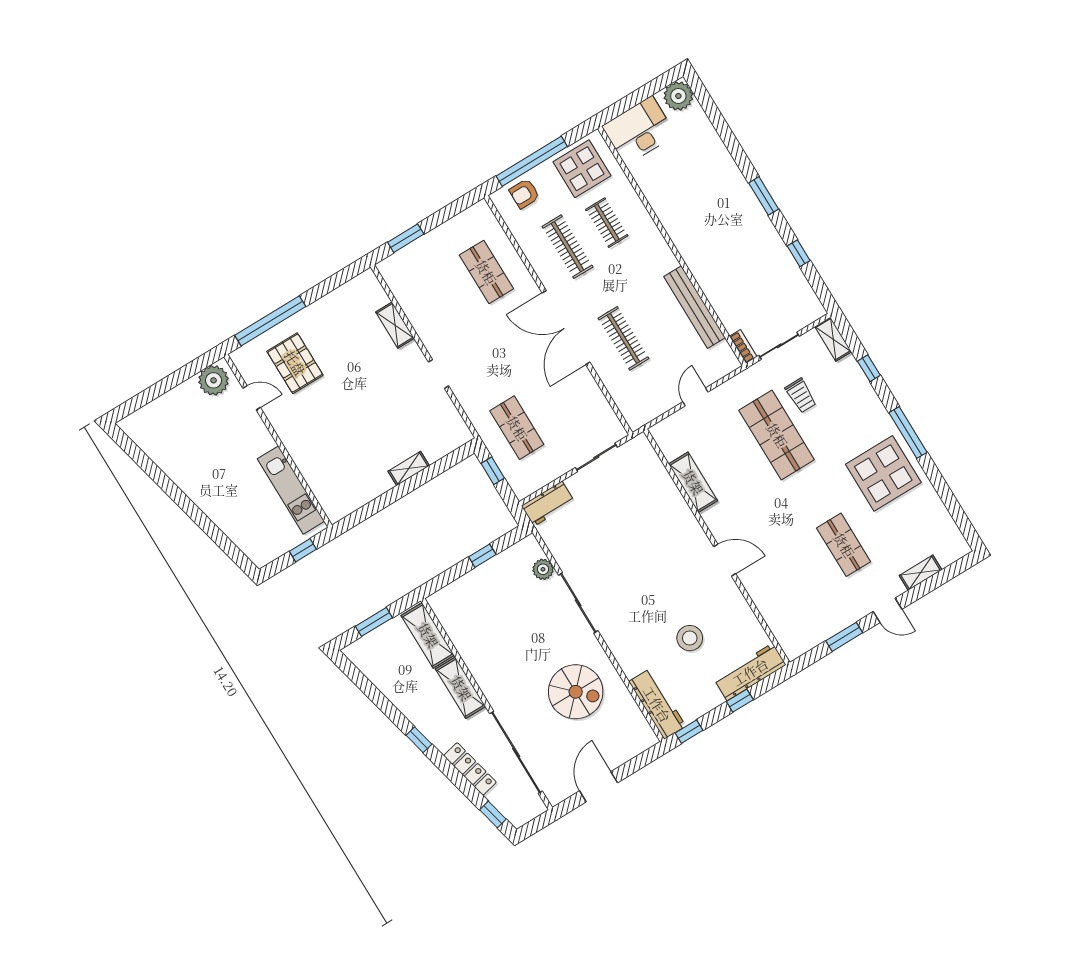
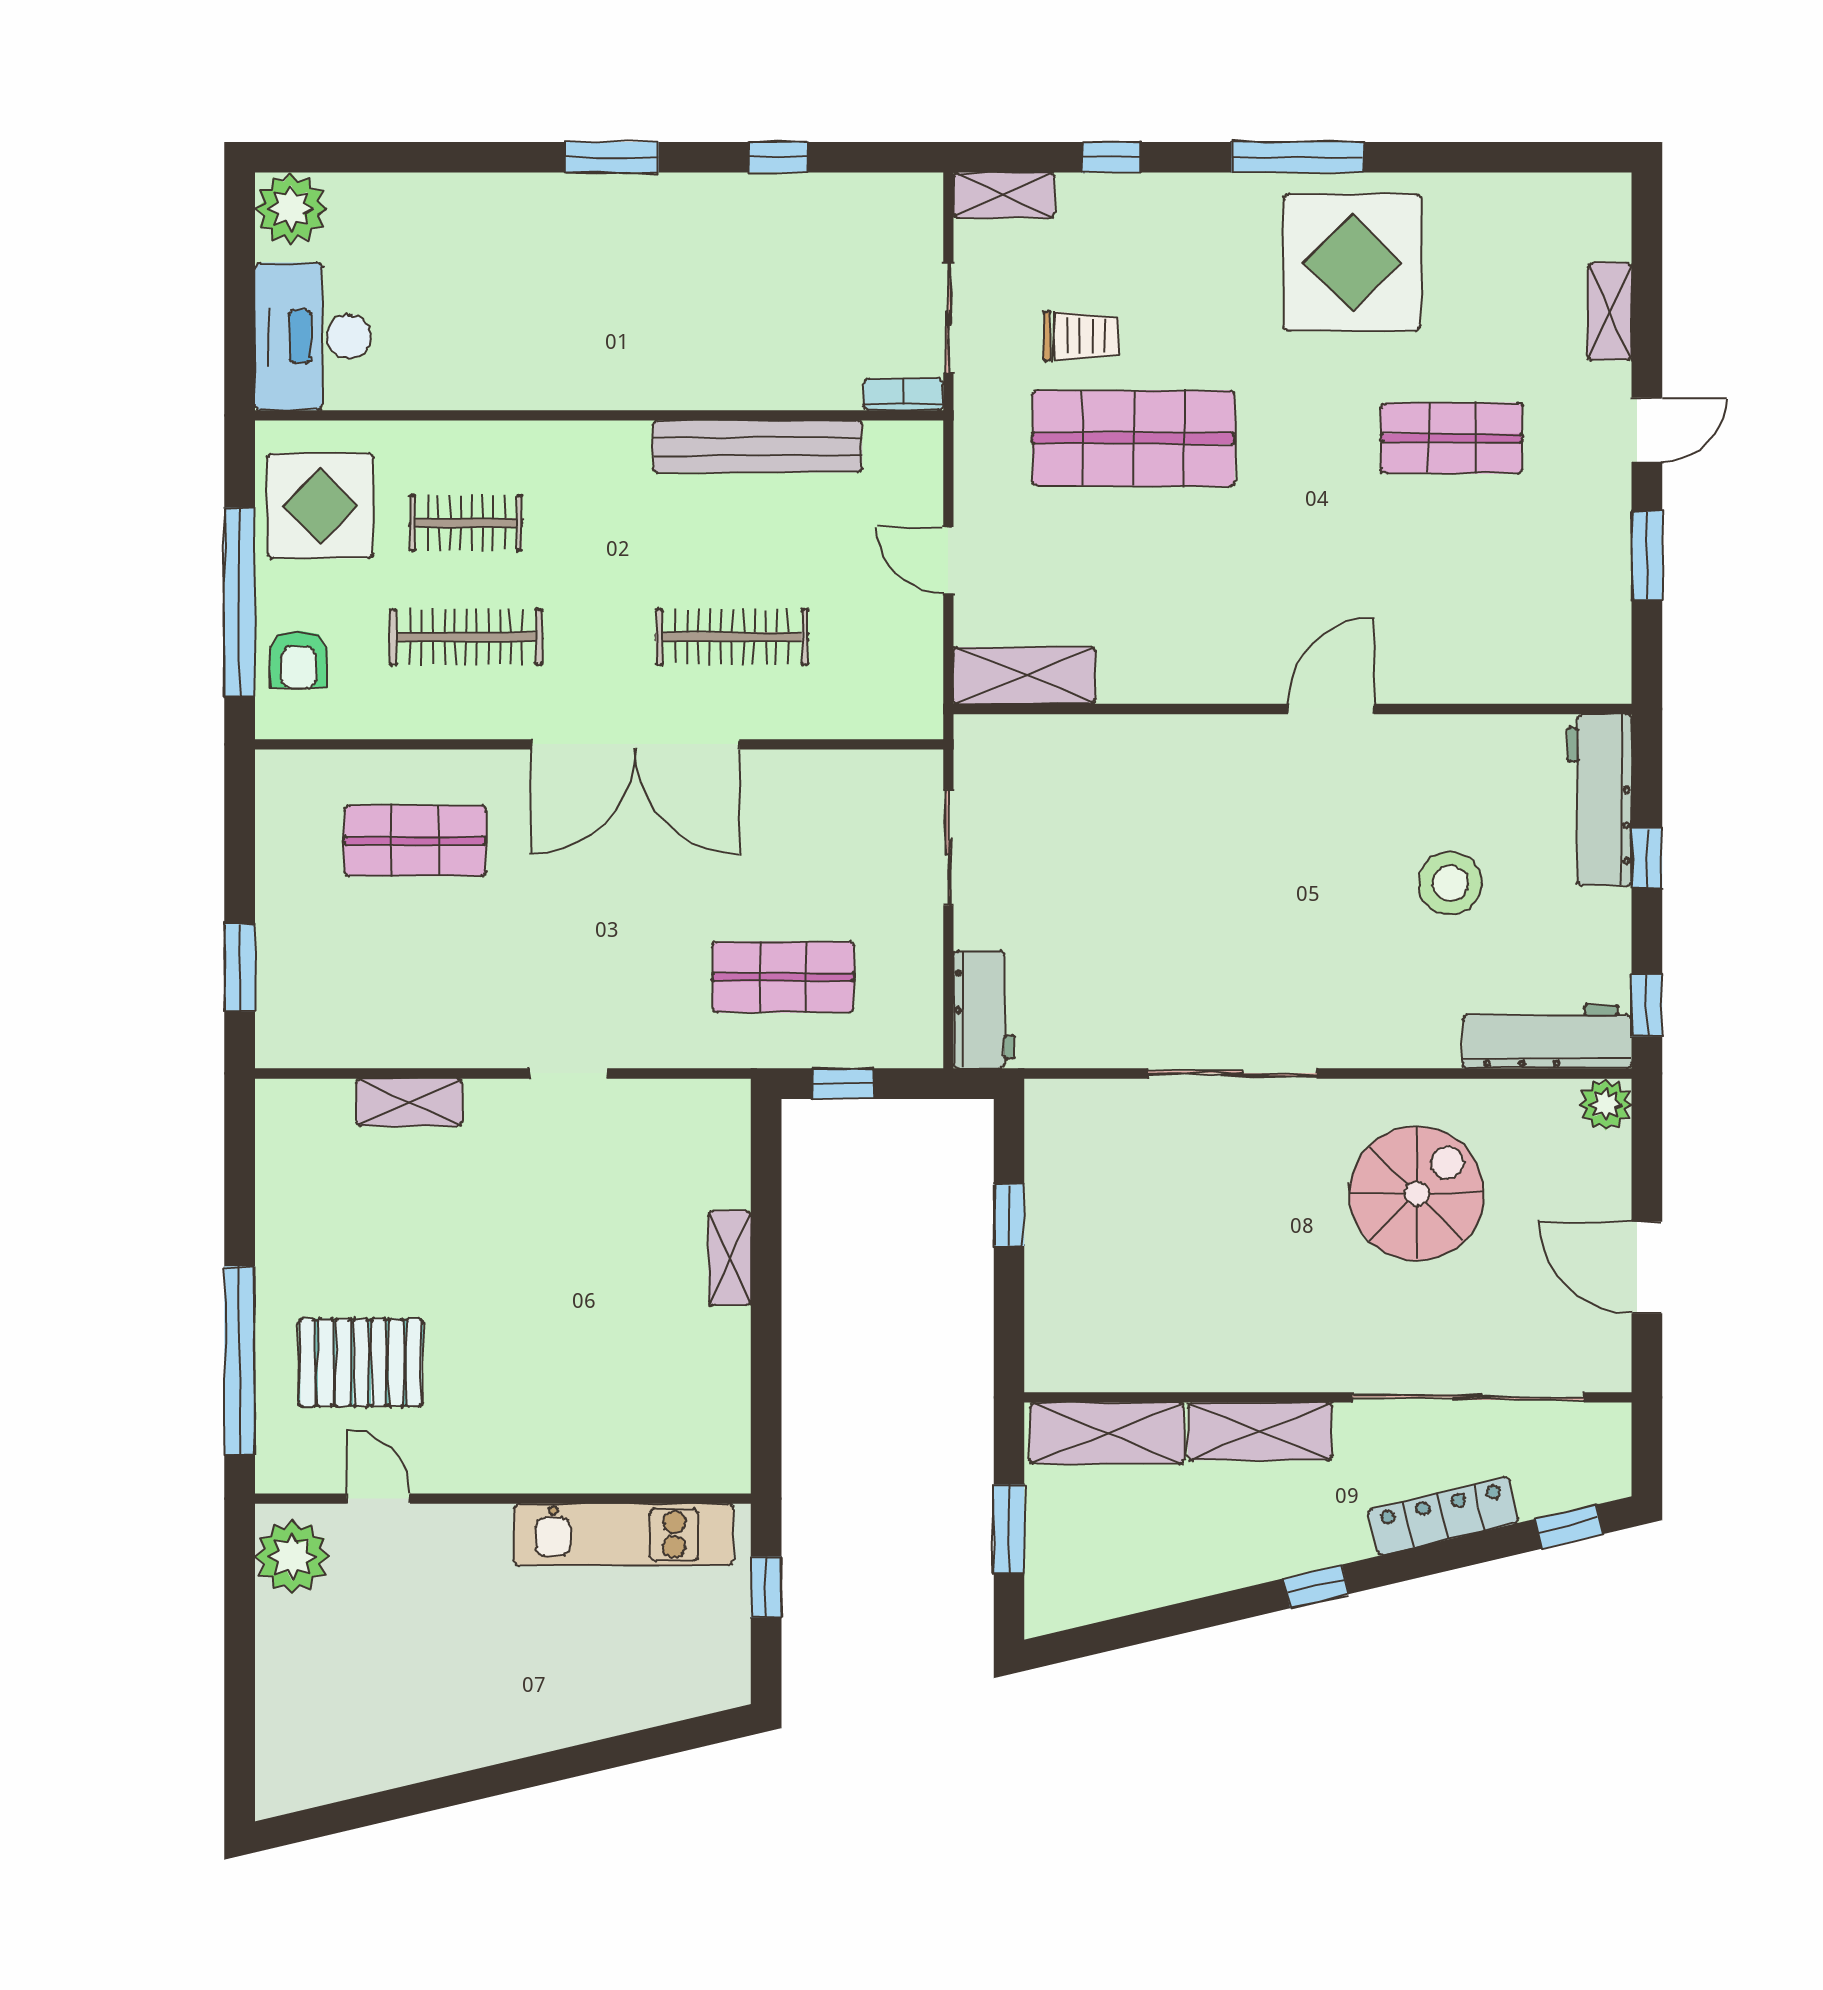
door: (252, 398) -> (378, 1499), hinge flipped
shelving: (693, 482) -> (1024, 676), moved
plant: (543, 569) -> (1606, 1105), moved

